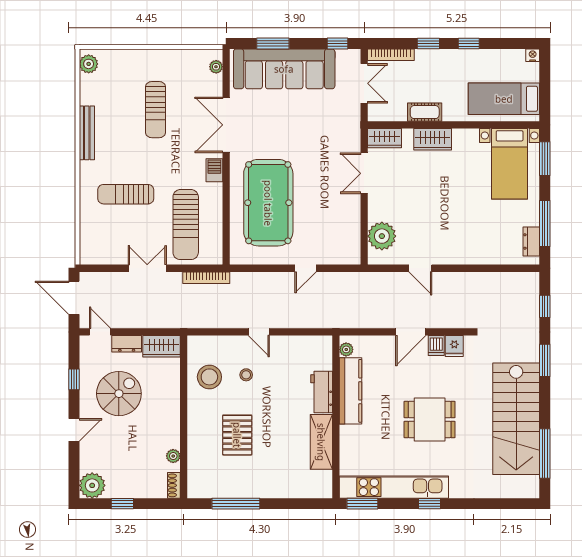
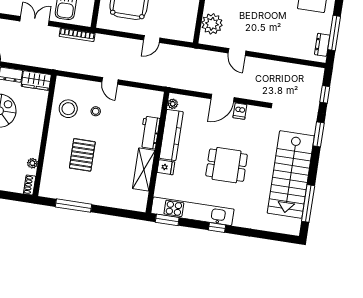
fridge: (454, 346) -> (166, 167), moved, turned -90

